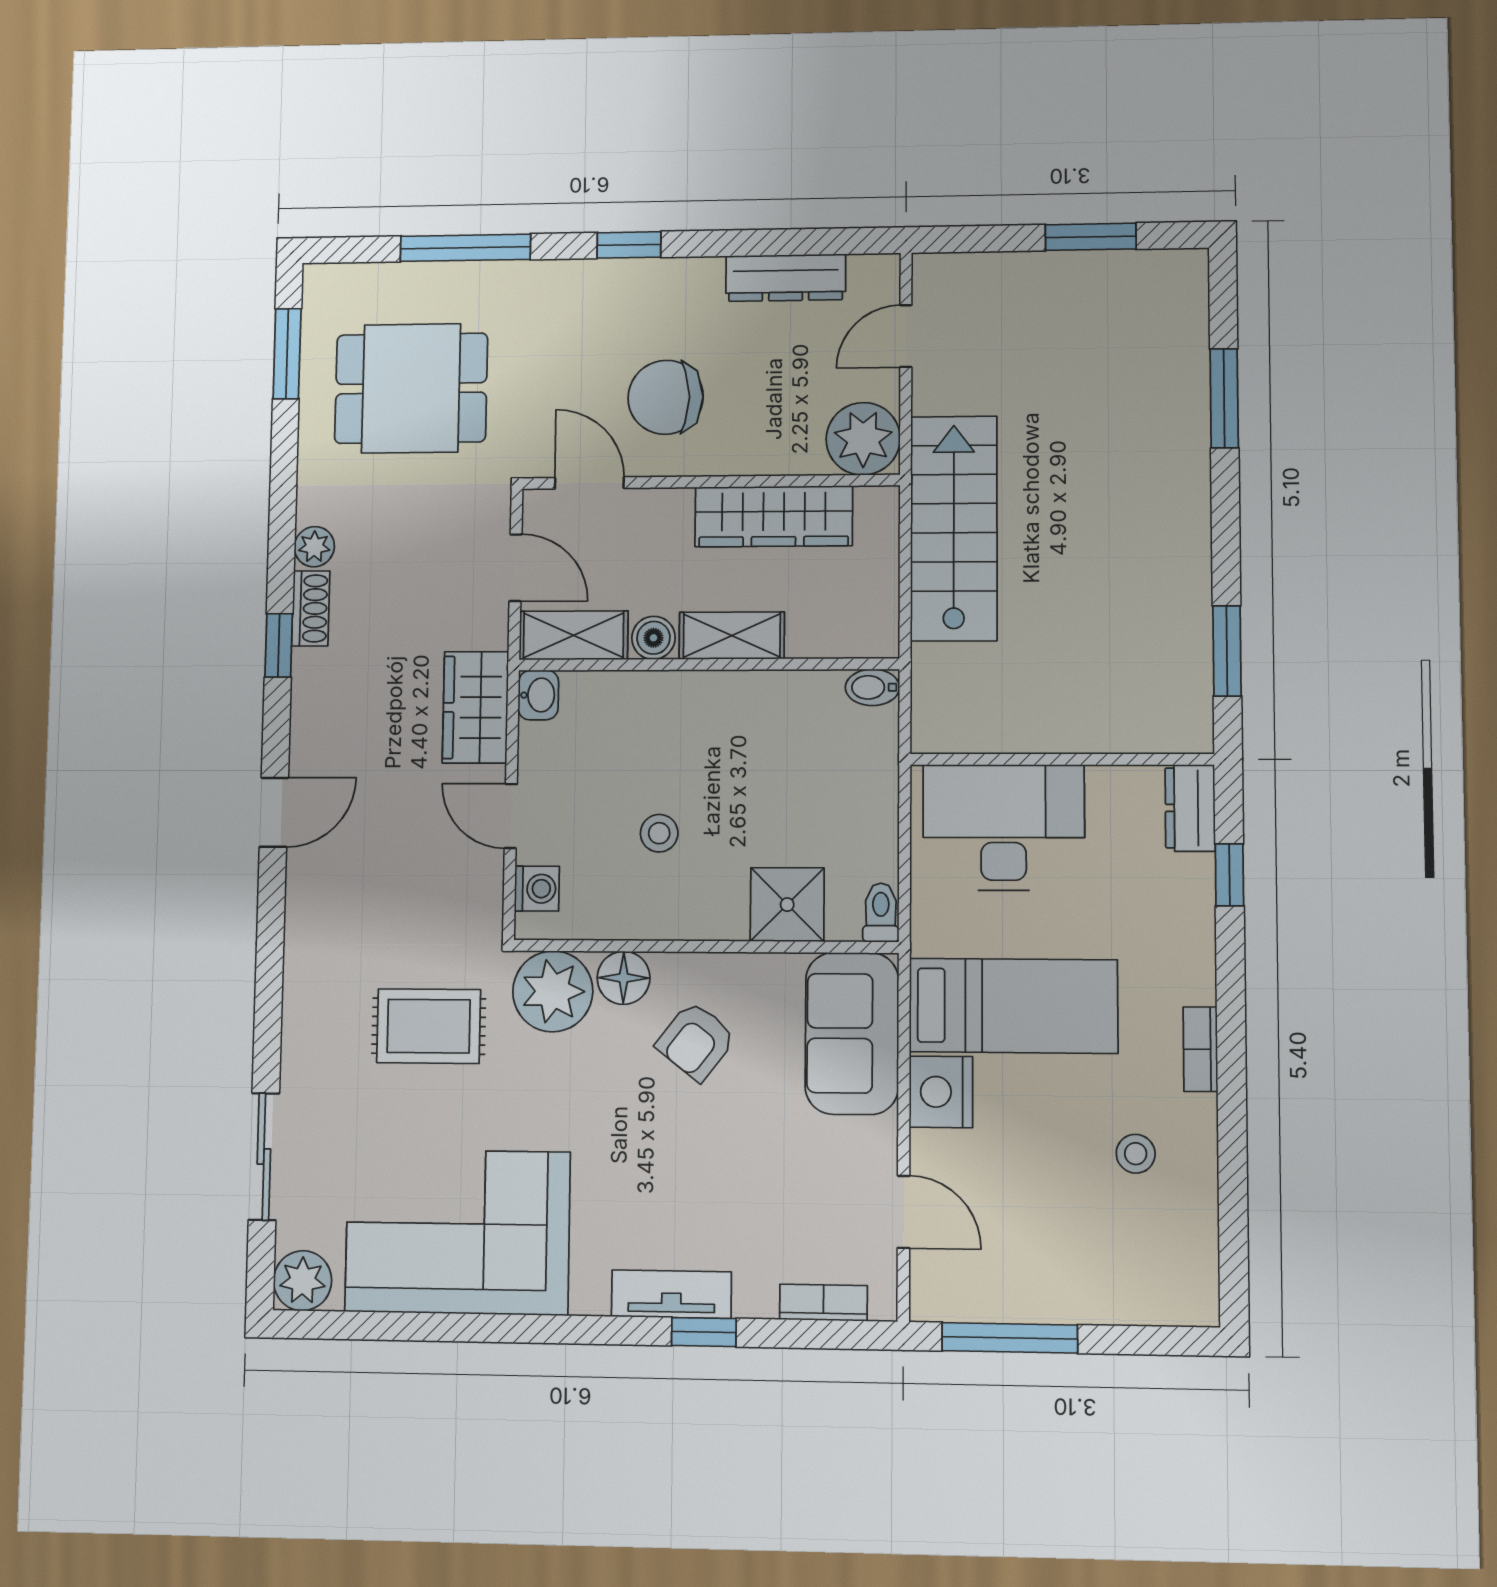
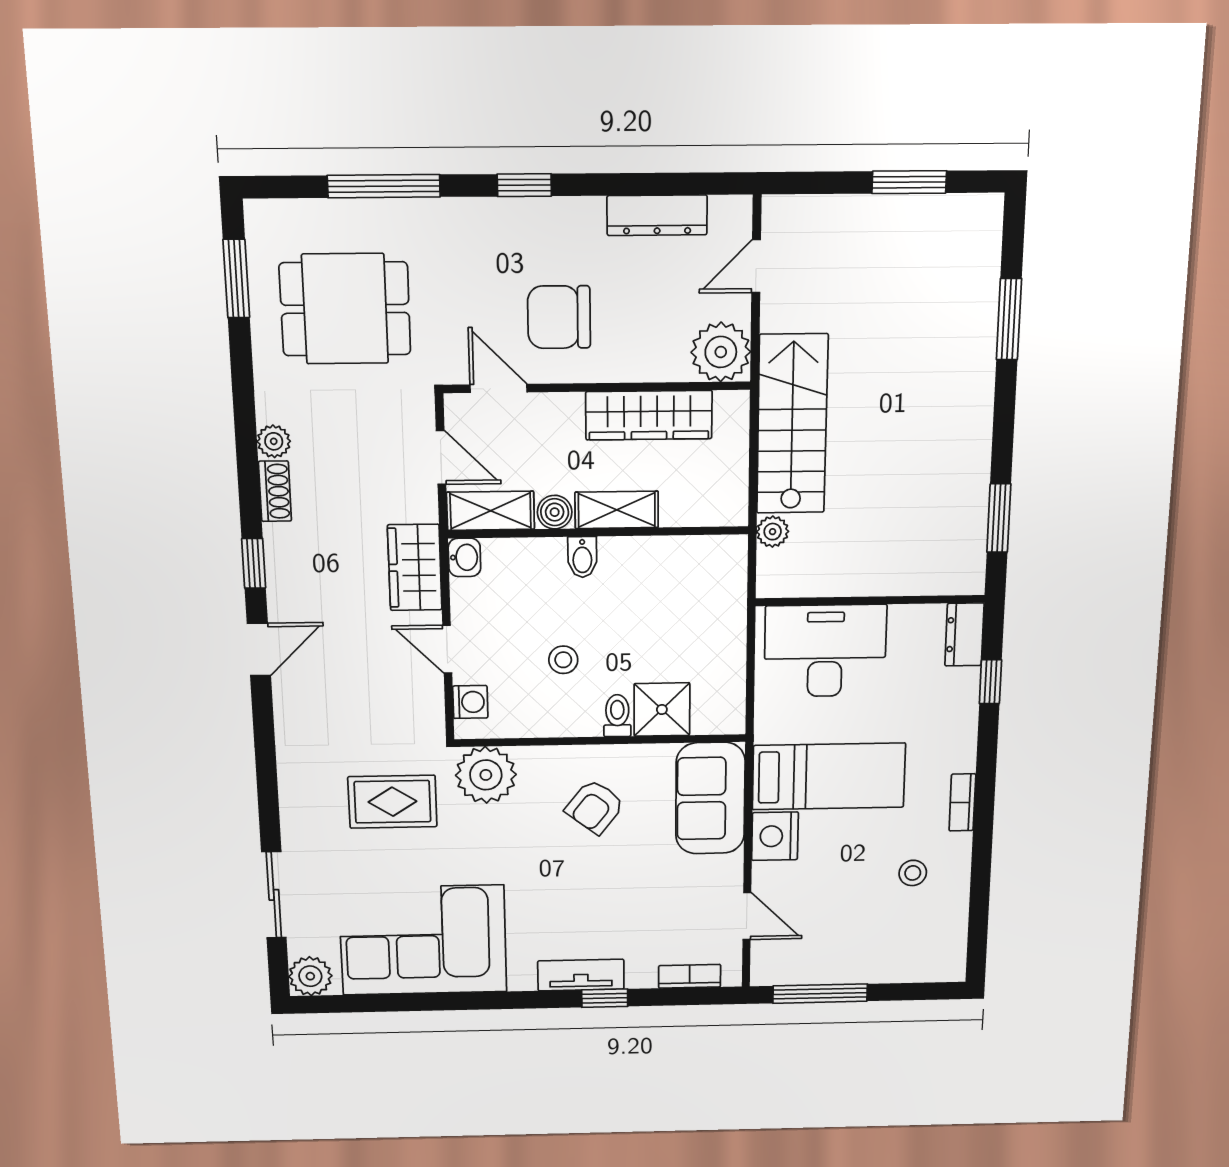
window: (279, 645) -> (254, 563), moved
plant: (931, 666) -> (773, 532), added
bidet: (872, 687) -> (582, 557), moved, turned -90
toilet: (881, 913) -> (617, 716), moved
floor lamp: (624, 978) -> (539, 764), removed

